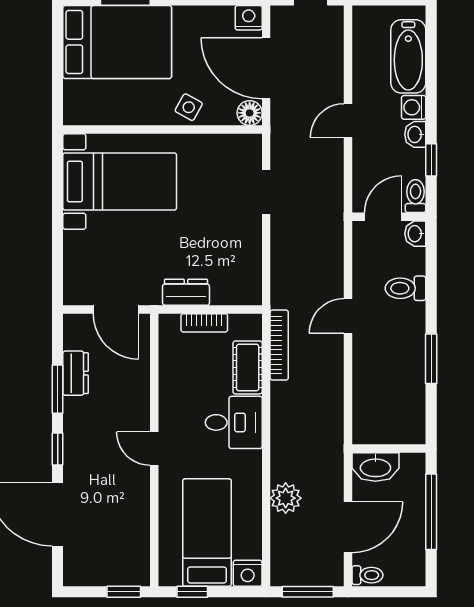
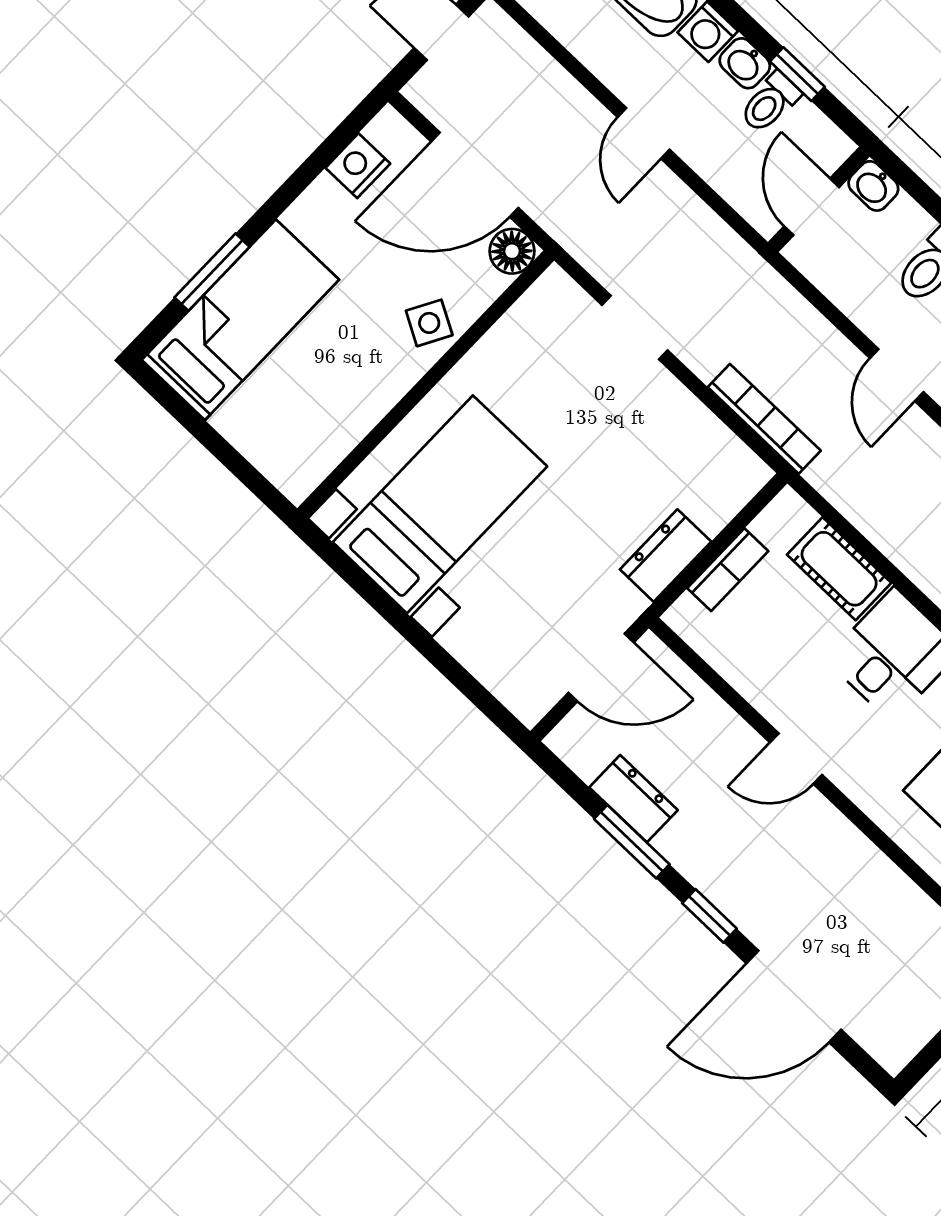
nightstand: (249, 18) -> (358, 166), moved
bed: (117, 42) -> (240, 320), width x0.67
toilet: (415, 196) -> (770, 103), moved, turned -90
bookcase: (279, 345) -> (764, 419), moved
door: (154, 449) -> (796, 759), moved

